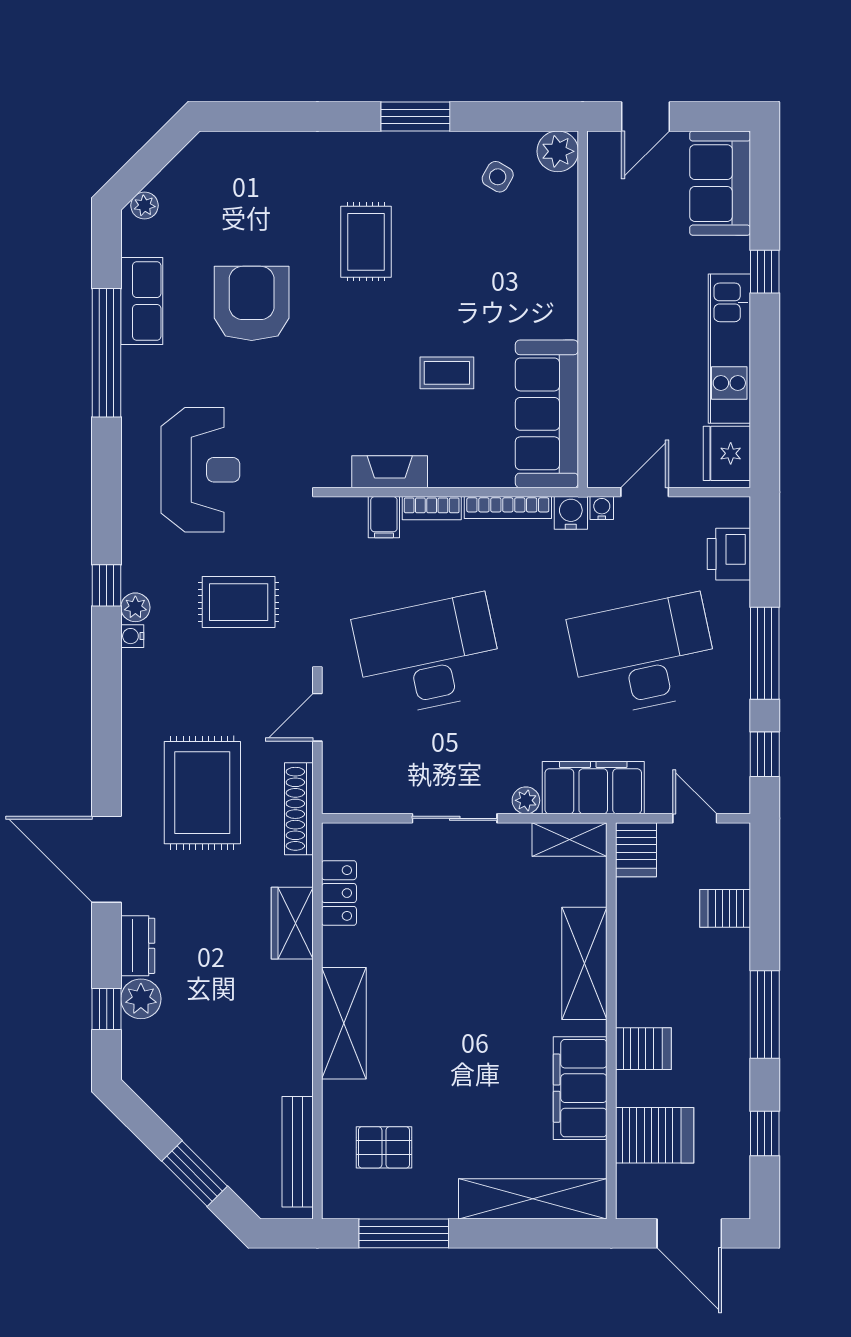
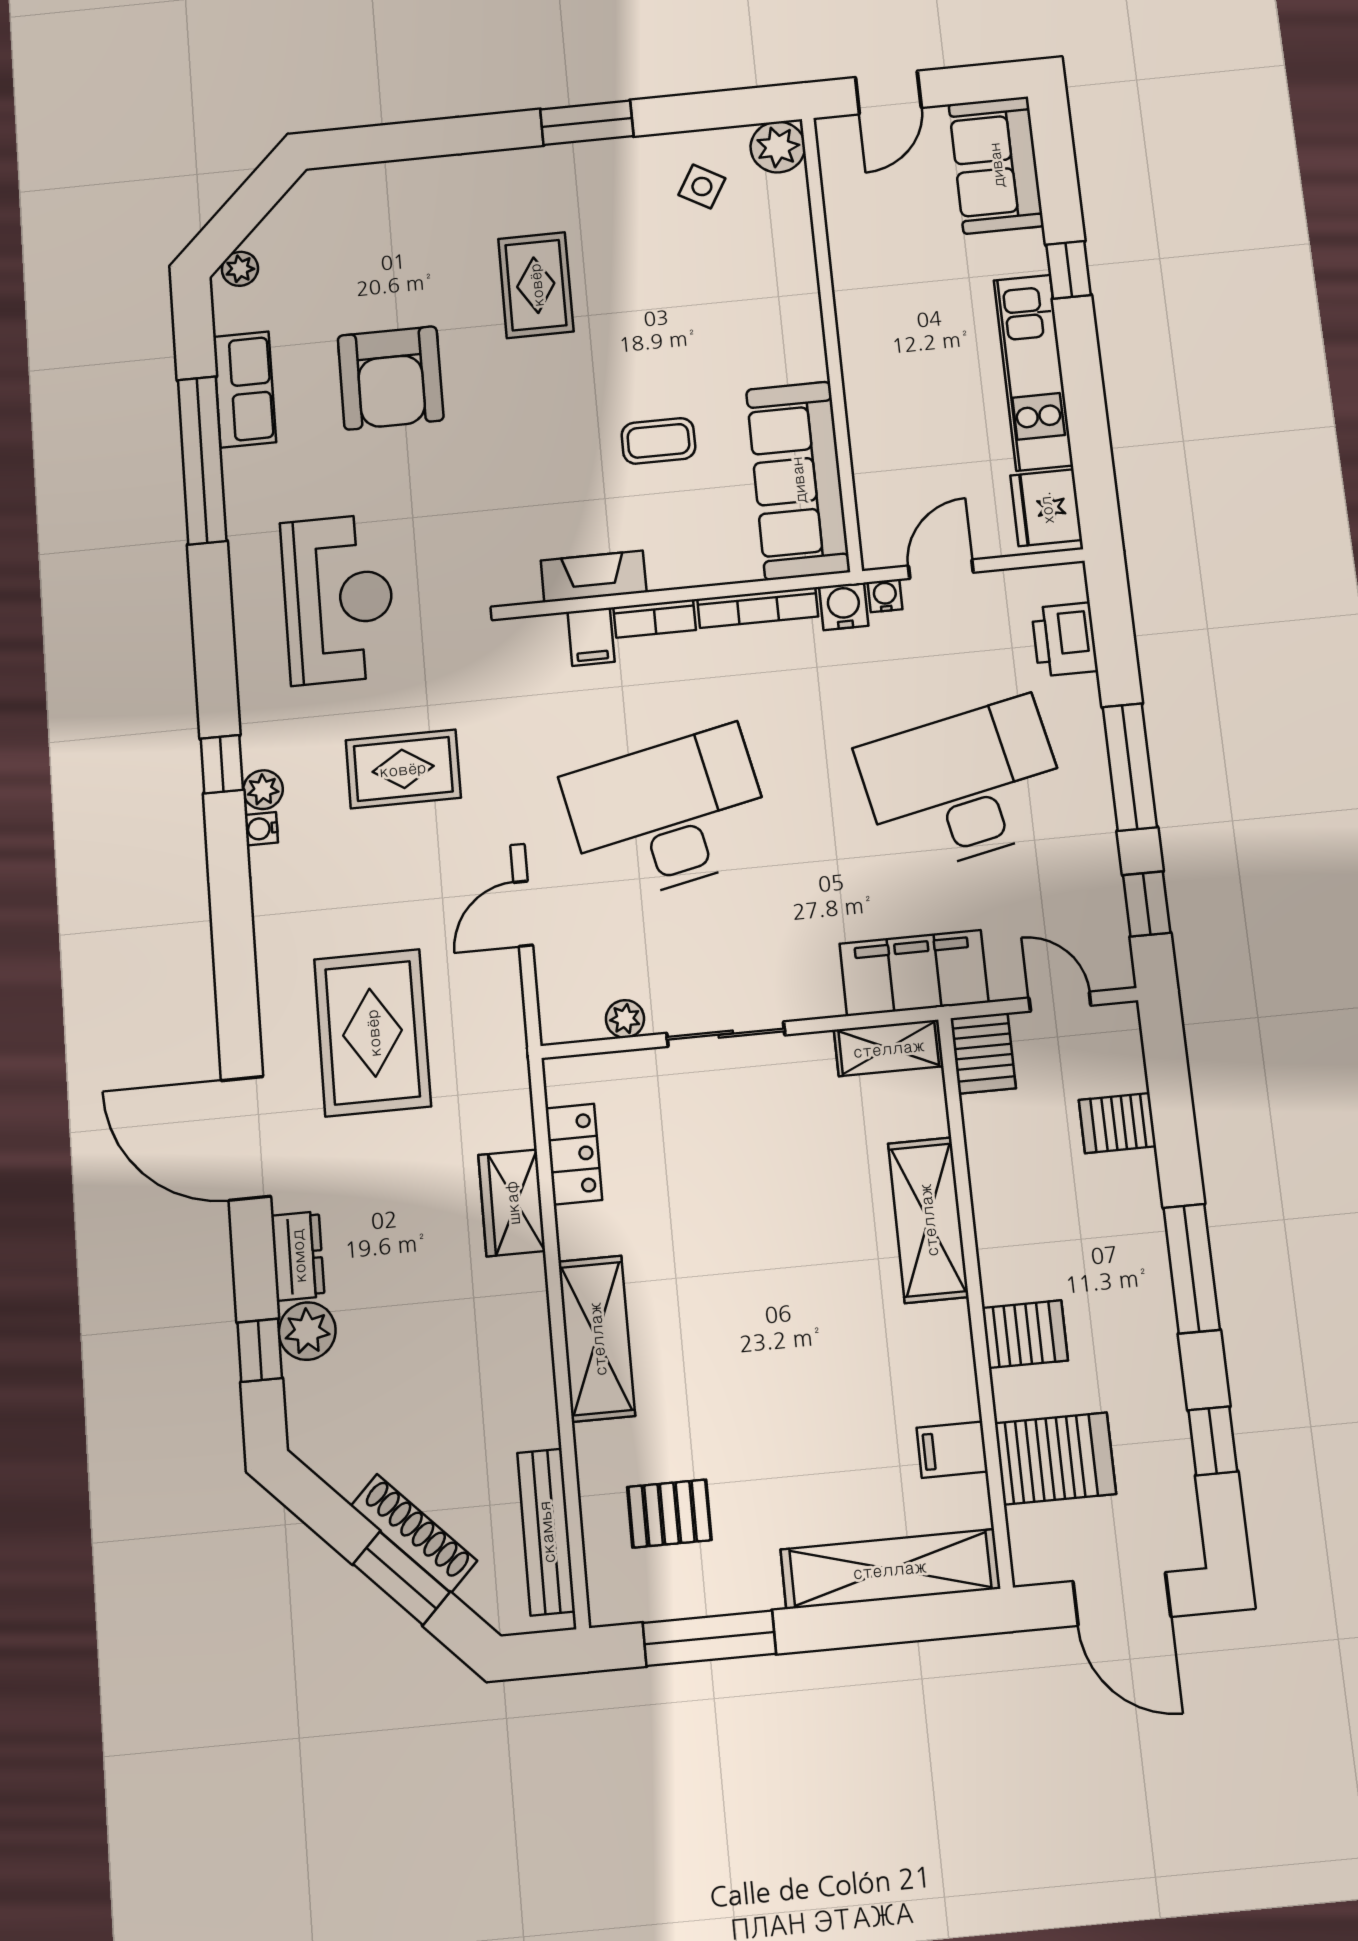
armchair: (252, 303) -> (391, 378), turned 180
plant: (526, 800) -> (625, 1019), moved
shoe rack: (299, 809) -> (414, 1533), moved, turned 135
filing cabinet: (580, 1088) -> (952, 1450), width x0.33, depth x0.86

